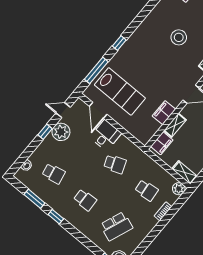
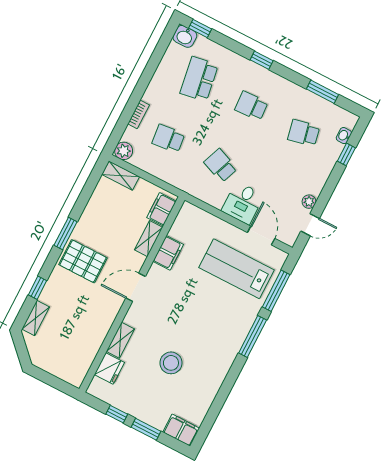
window: (119, 43) -> (253, 336), width x2.17
window: (45, 132) -> (346, 154), moved
plant: (61, 132) -> (309, 202), width x0.53, depth x0.53
school desk: (115, 164) -> (221, 166), turned 42
window: (56, 217) -> (262, 60), moved
school desk: (116, 226) -> (199, 79), turned -30

